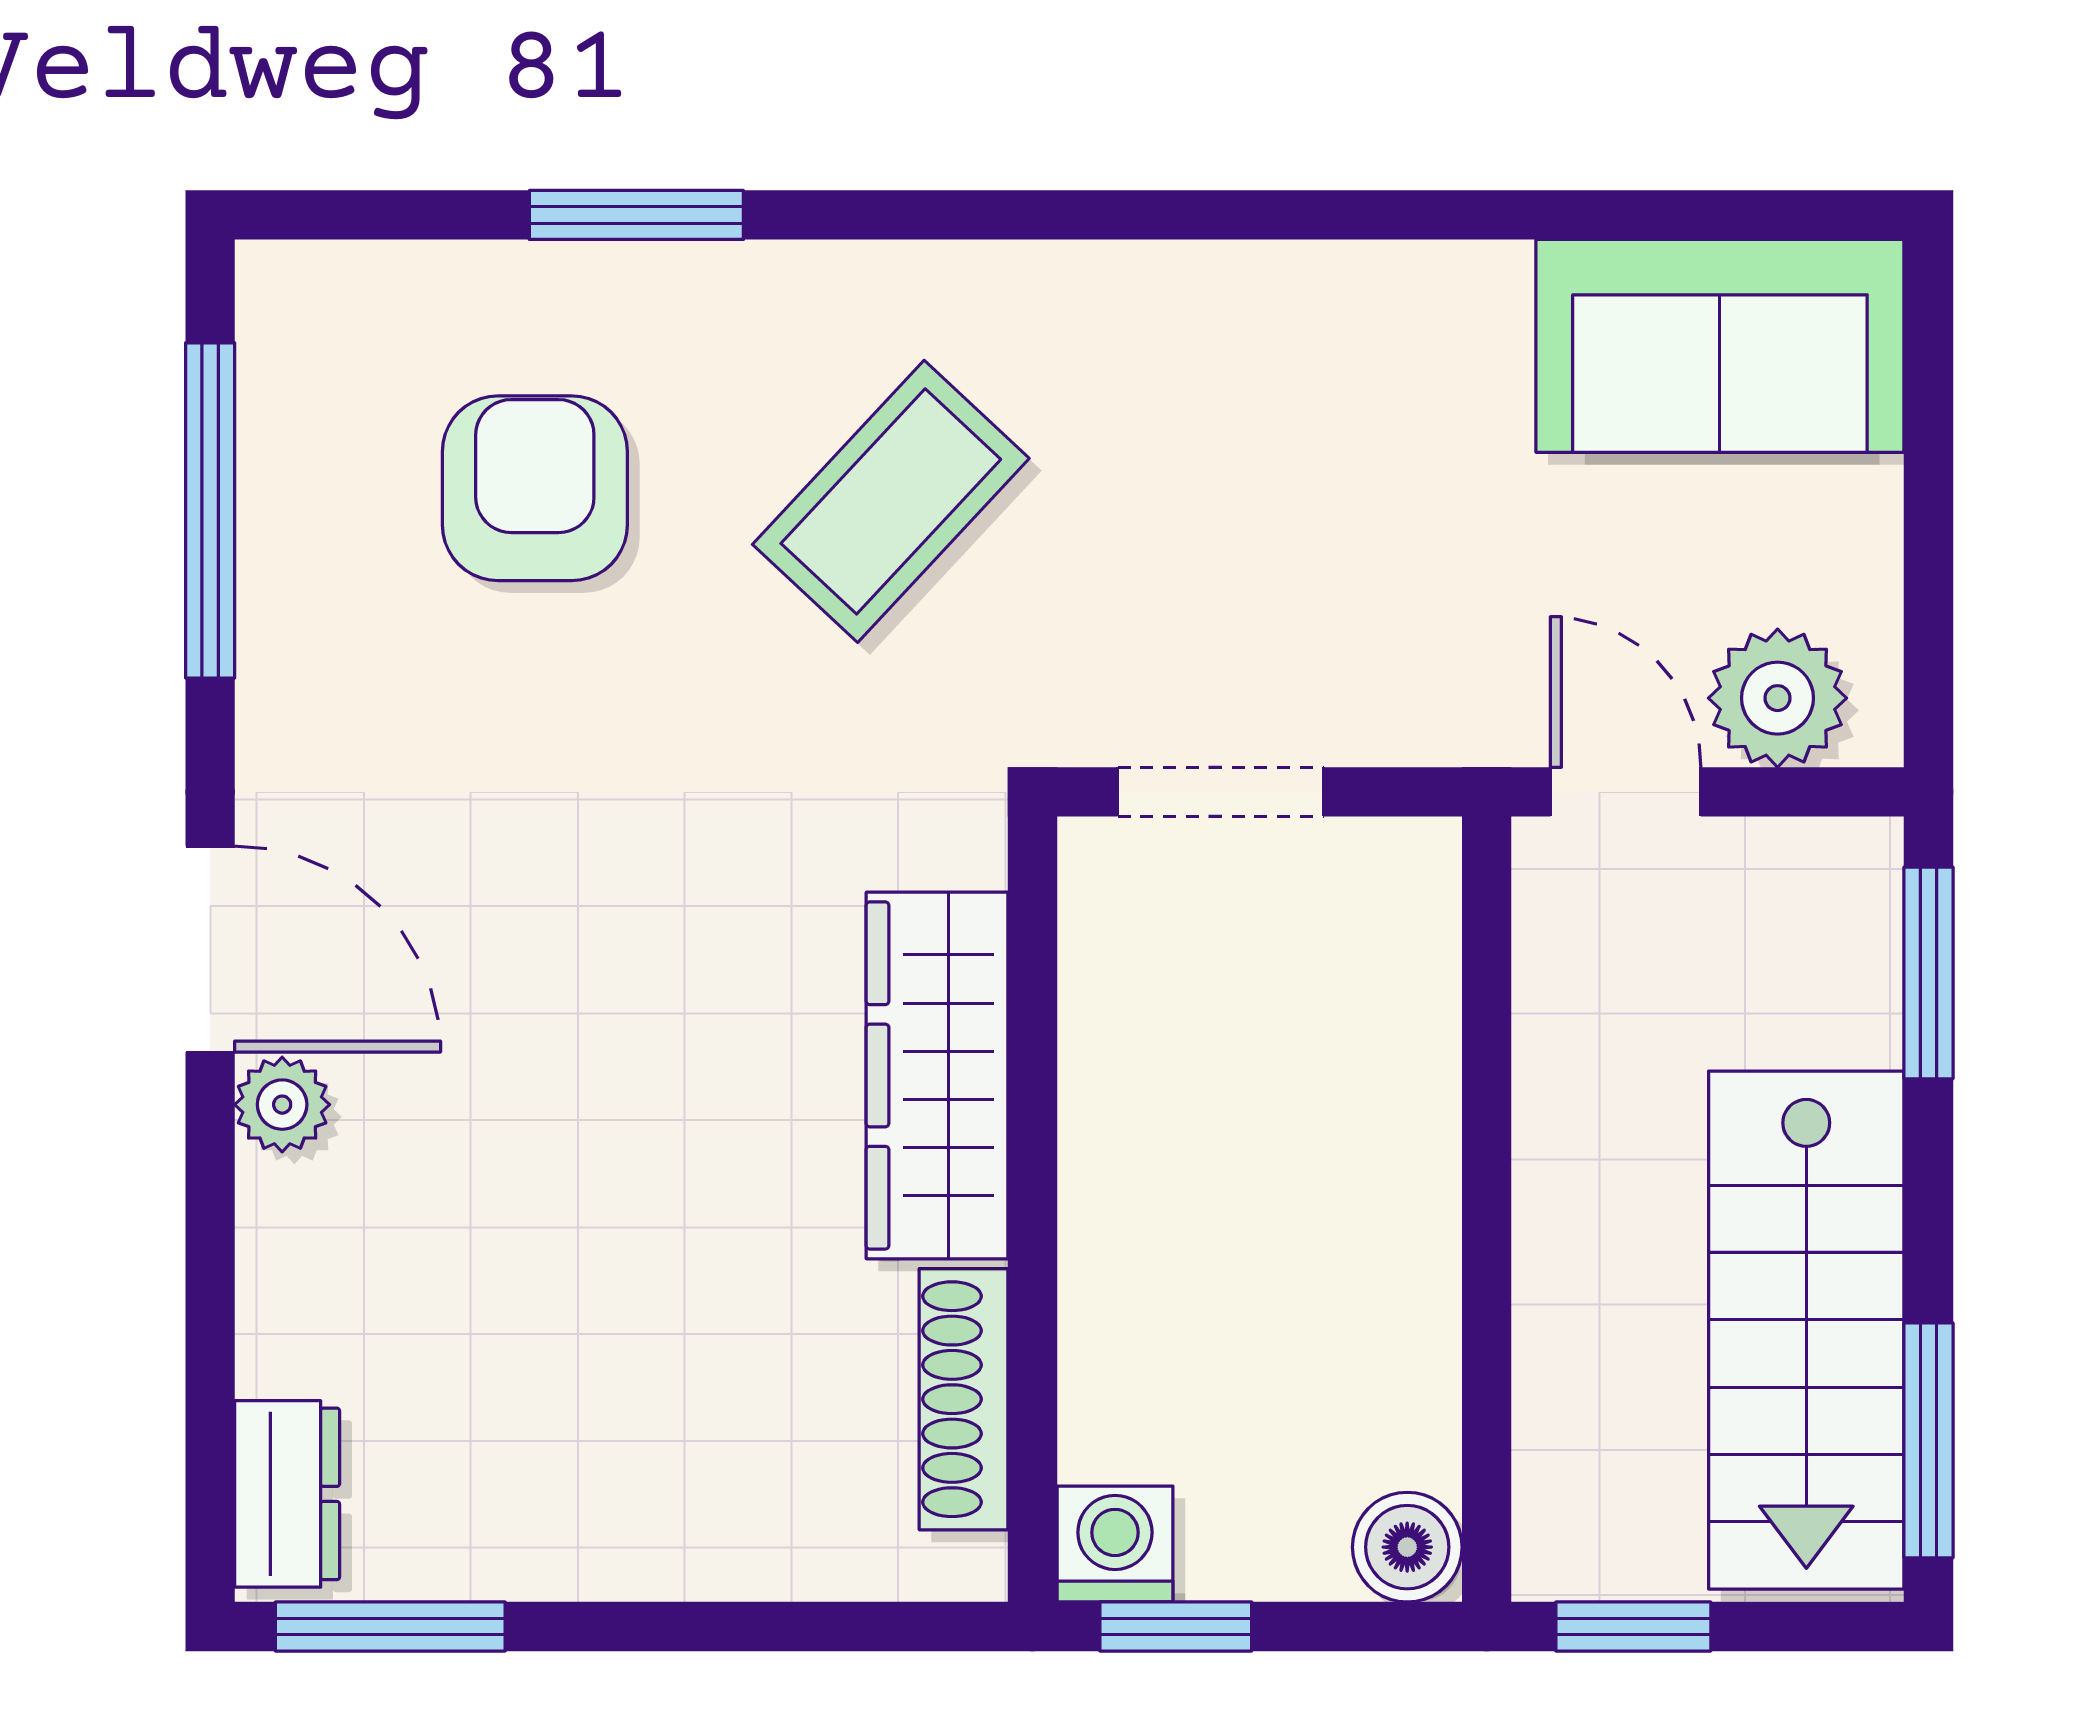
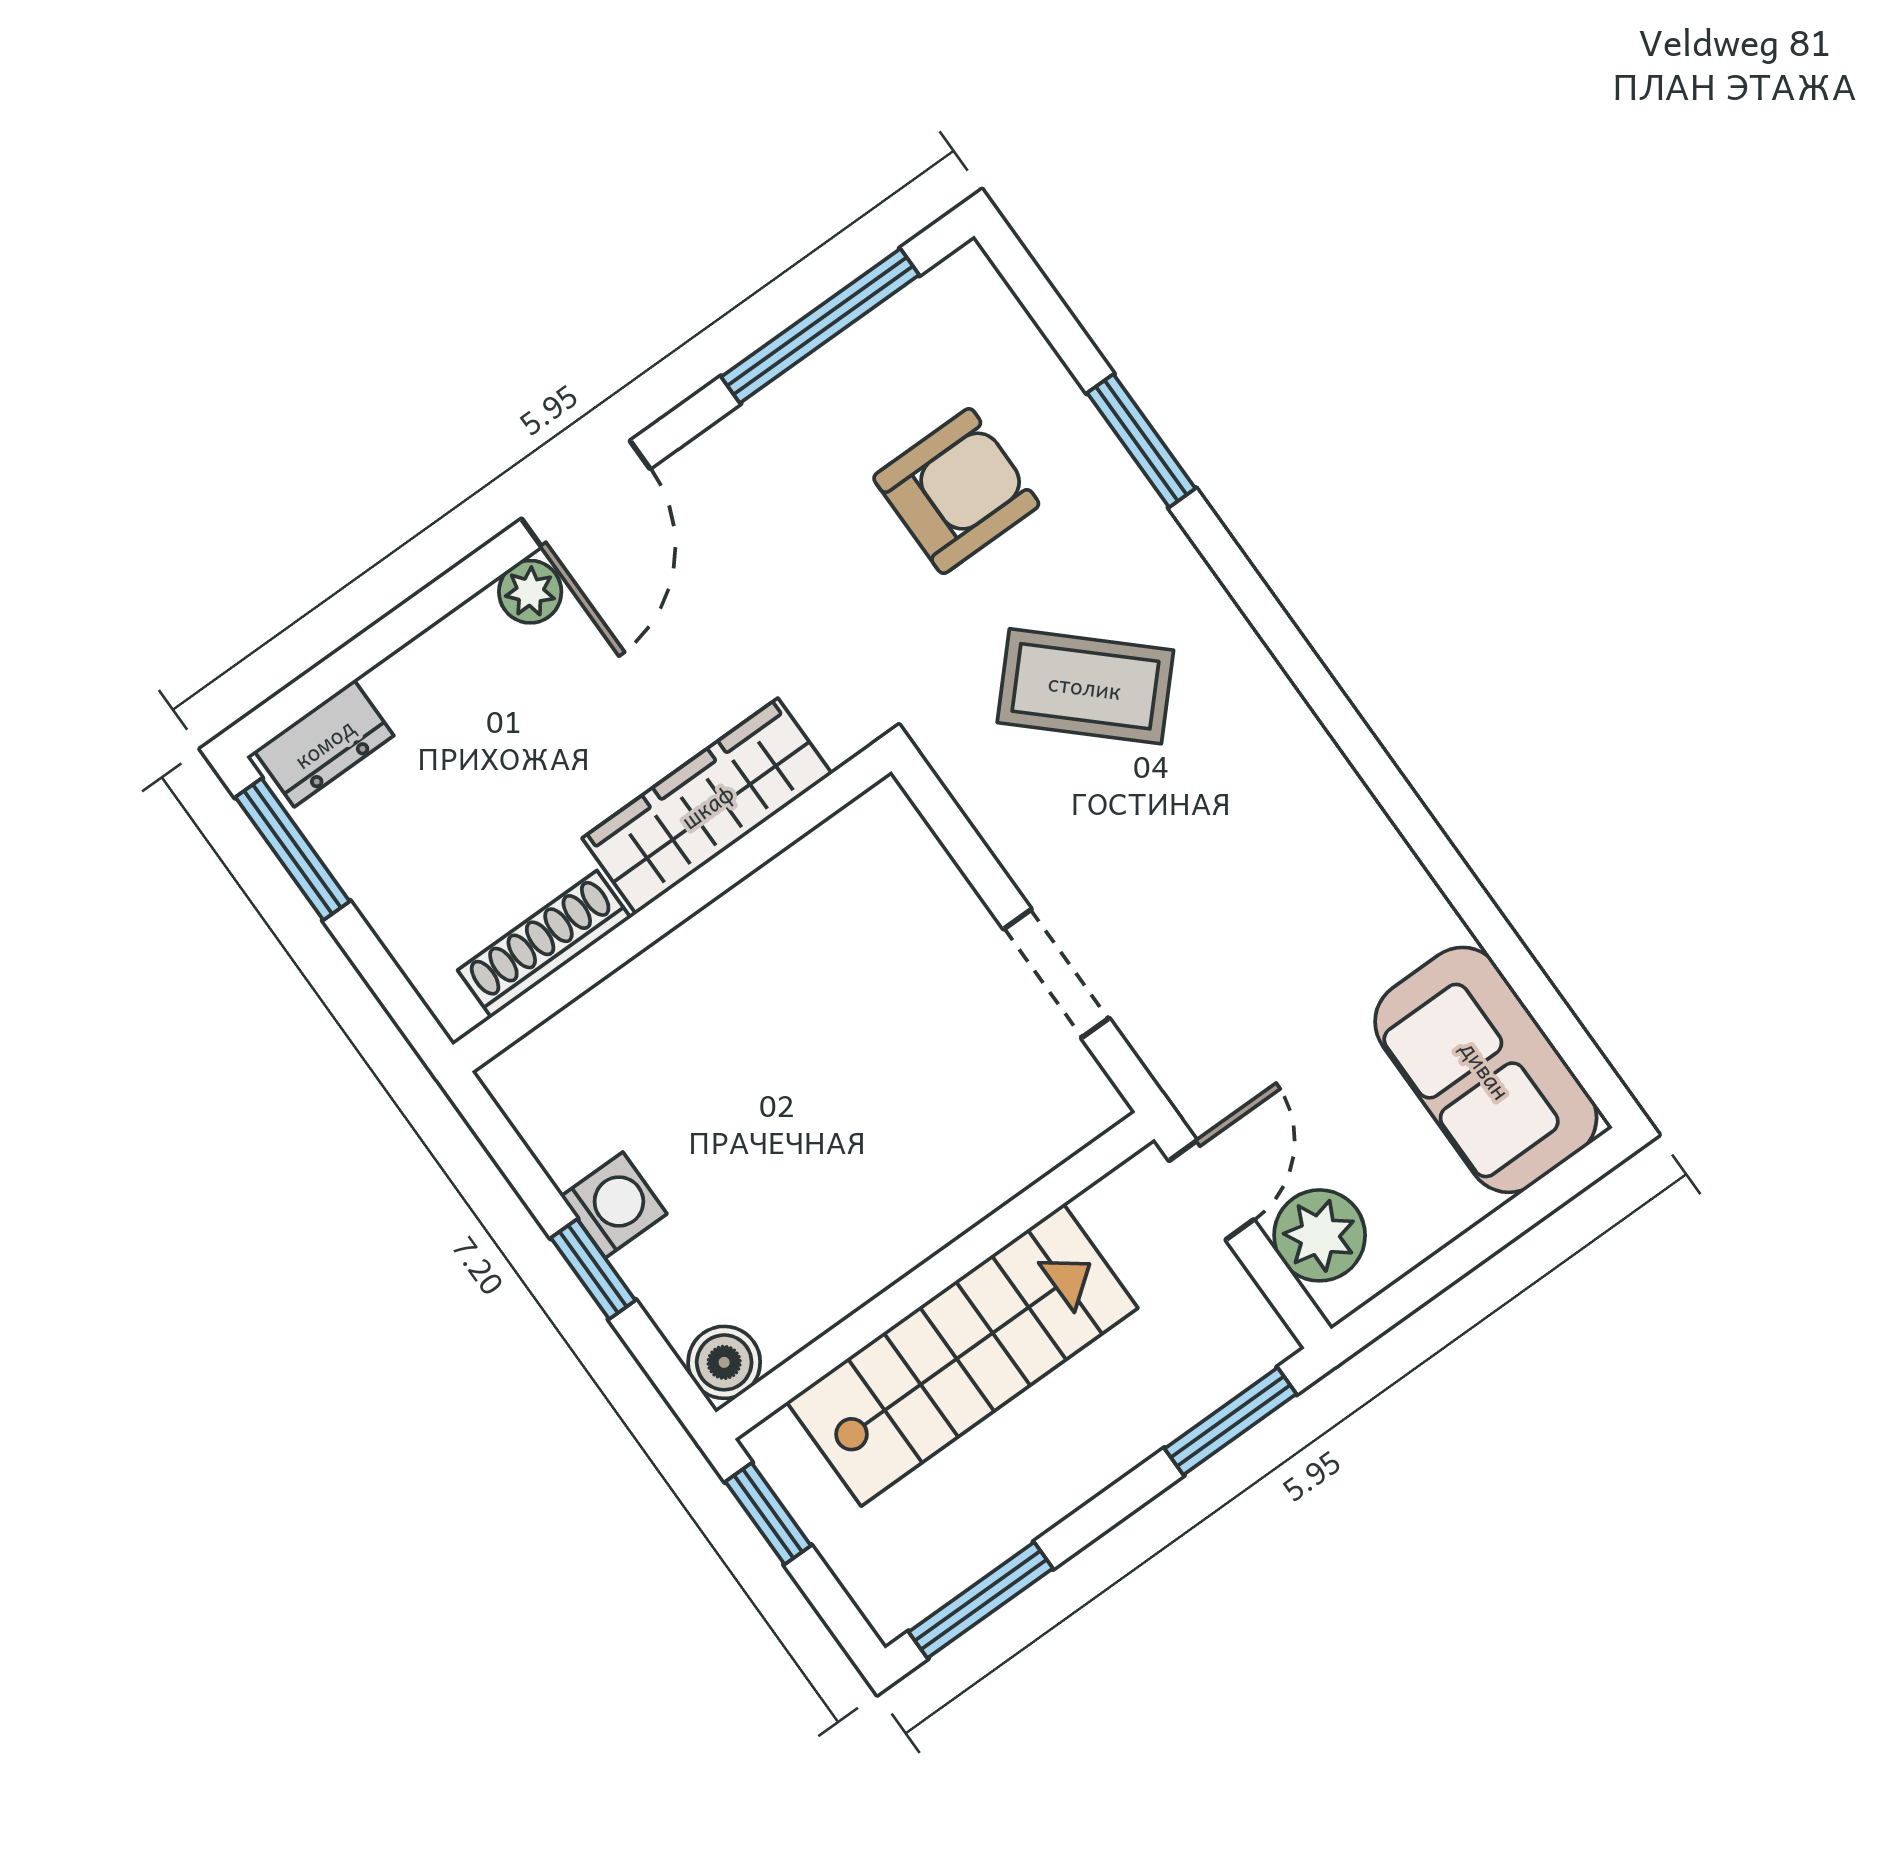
wardrobe: (937, 1075) -> (707, 806), moved
wall: (1032, 1209) -> (672, 908), moved
stairs: (1806, 1330) -> (962, 1355), moved, turned 180
shoe rack: (964, 1399) -> (544, 944), moved

